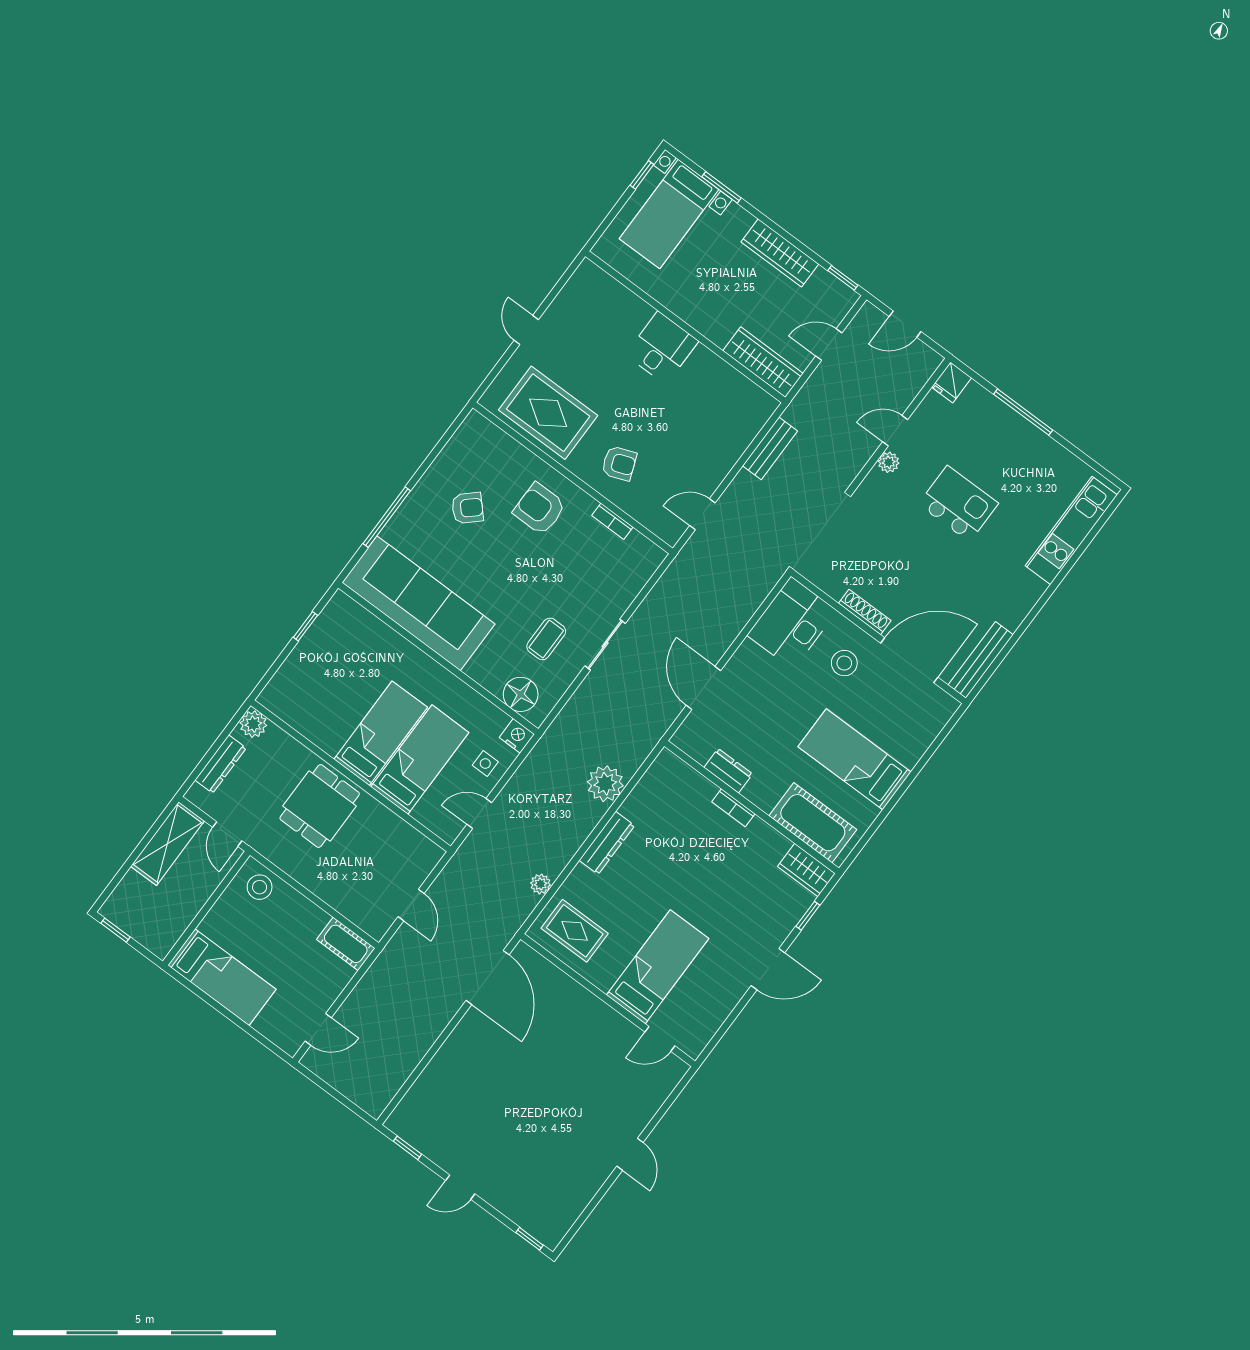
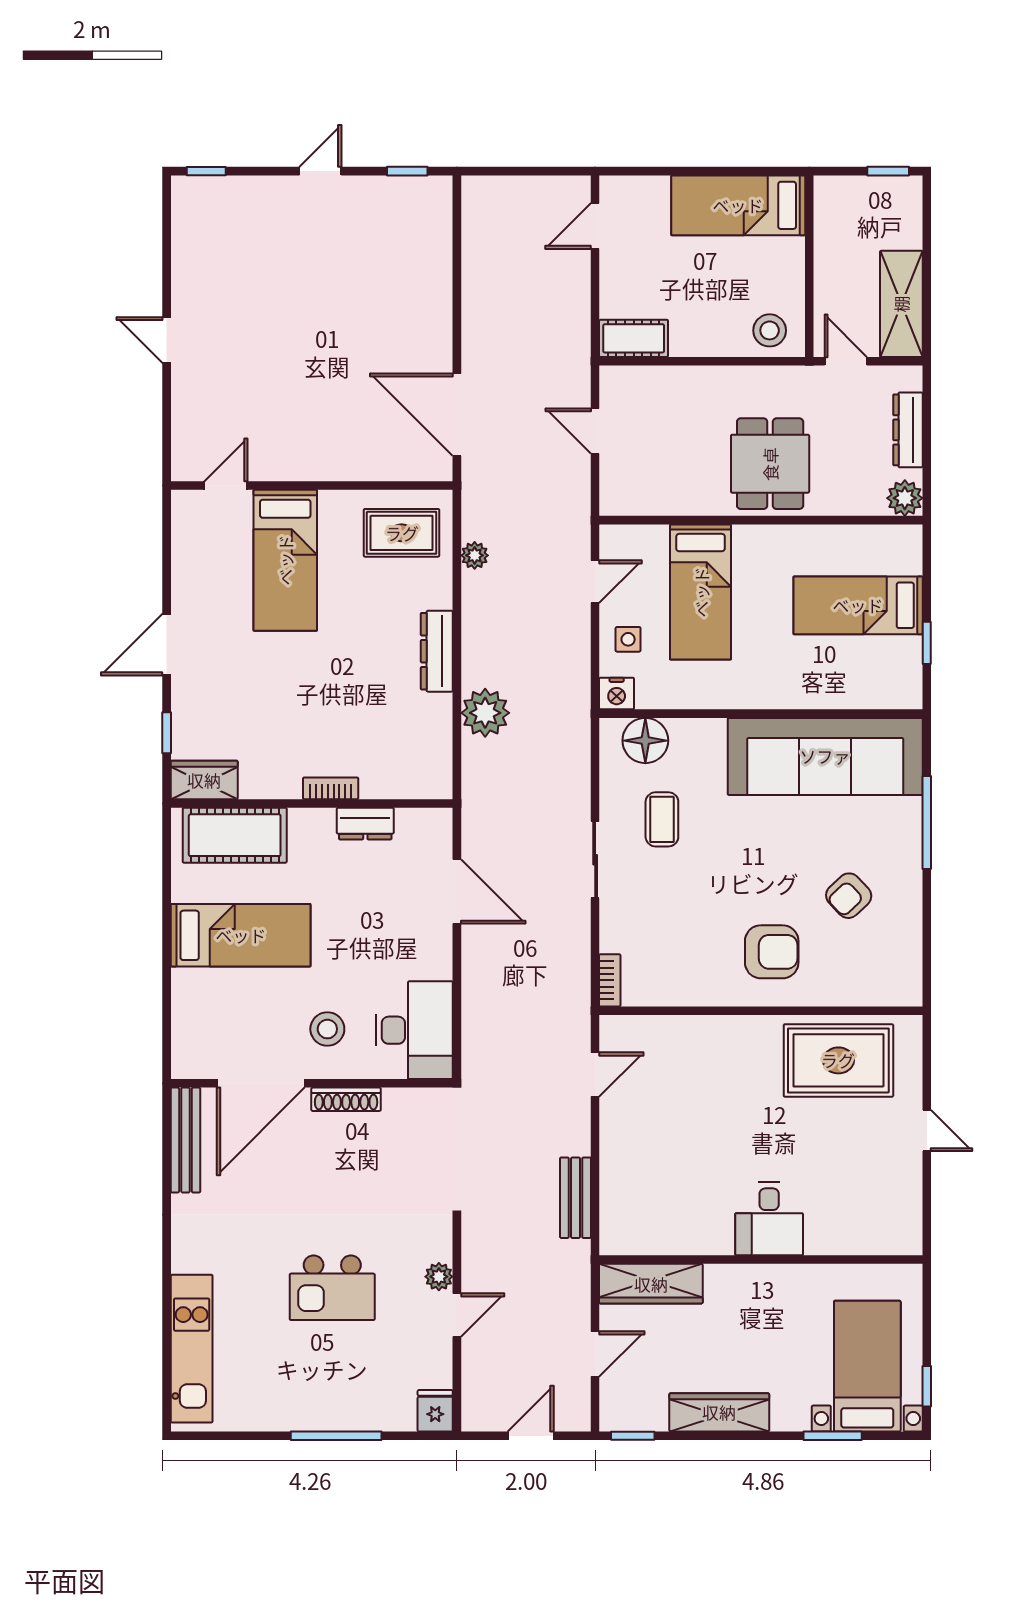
armchair: (619, 463) -> (723, 1063), removed
bookcase: (612, 521) -> (610, 980), moved, turned 90
bed: (381, 733) -> (858, 605), moved, turned 90

